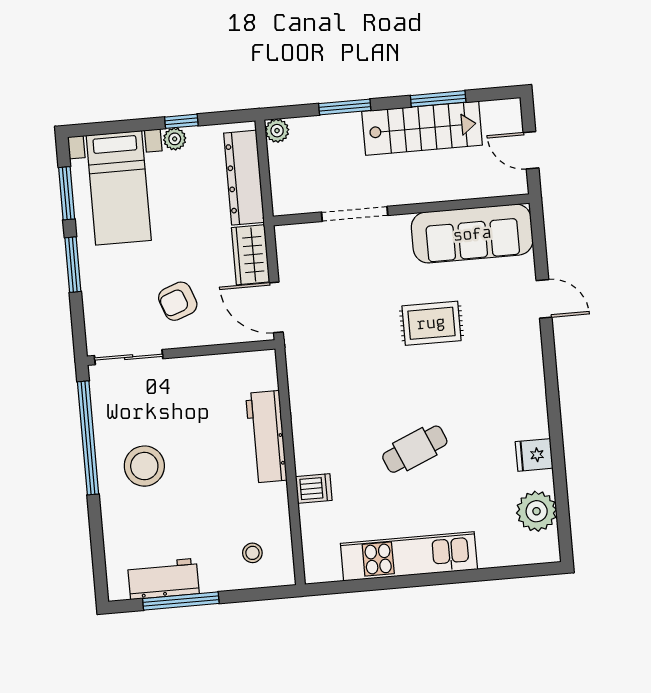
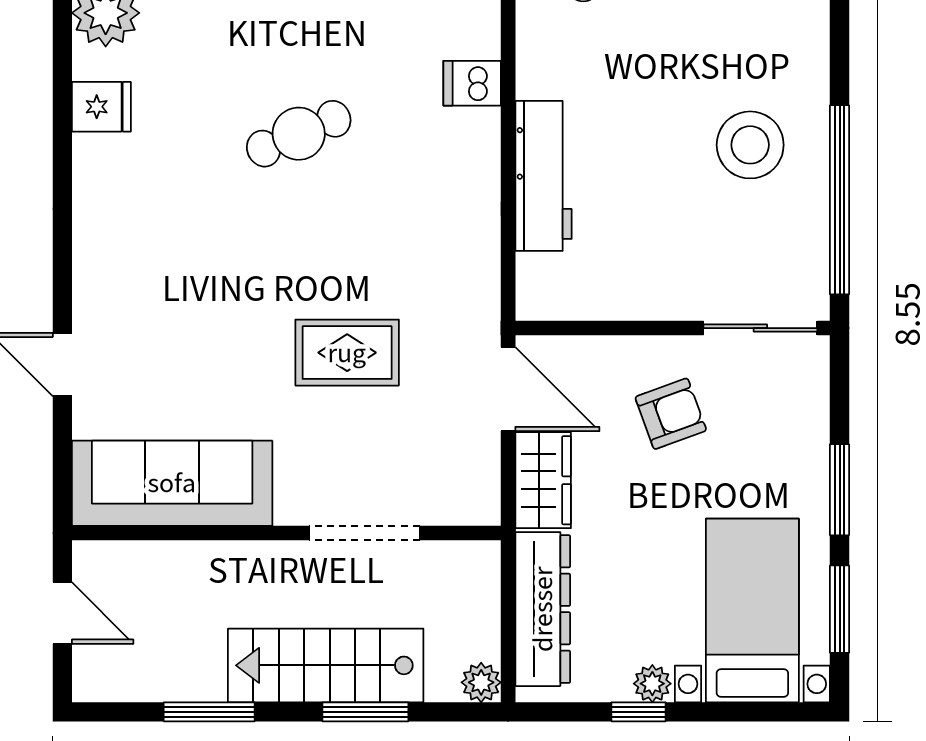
stairs: (422, 128) -> (326, 665), moved
rug: (431, 323) -> (347, 353), moved

